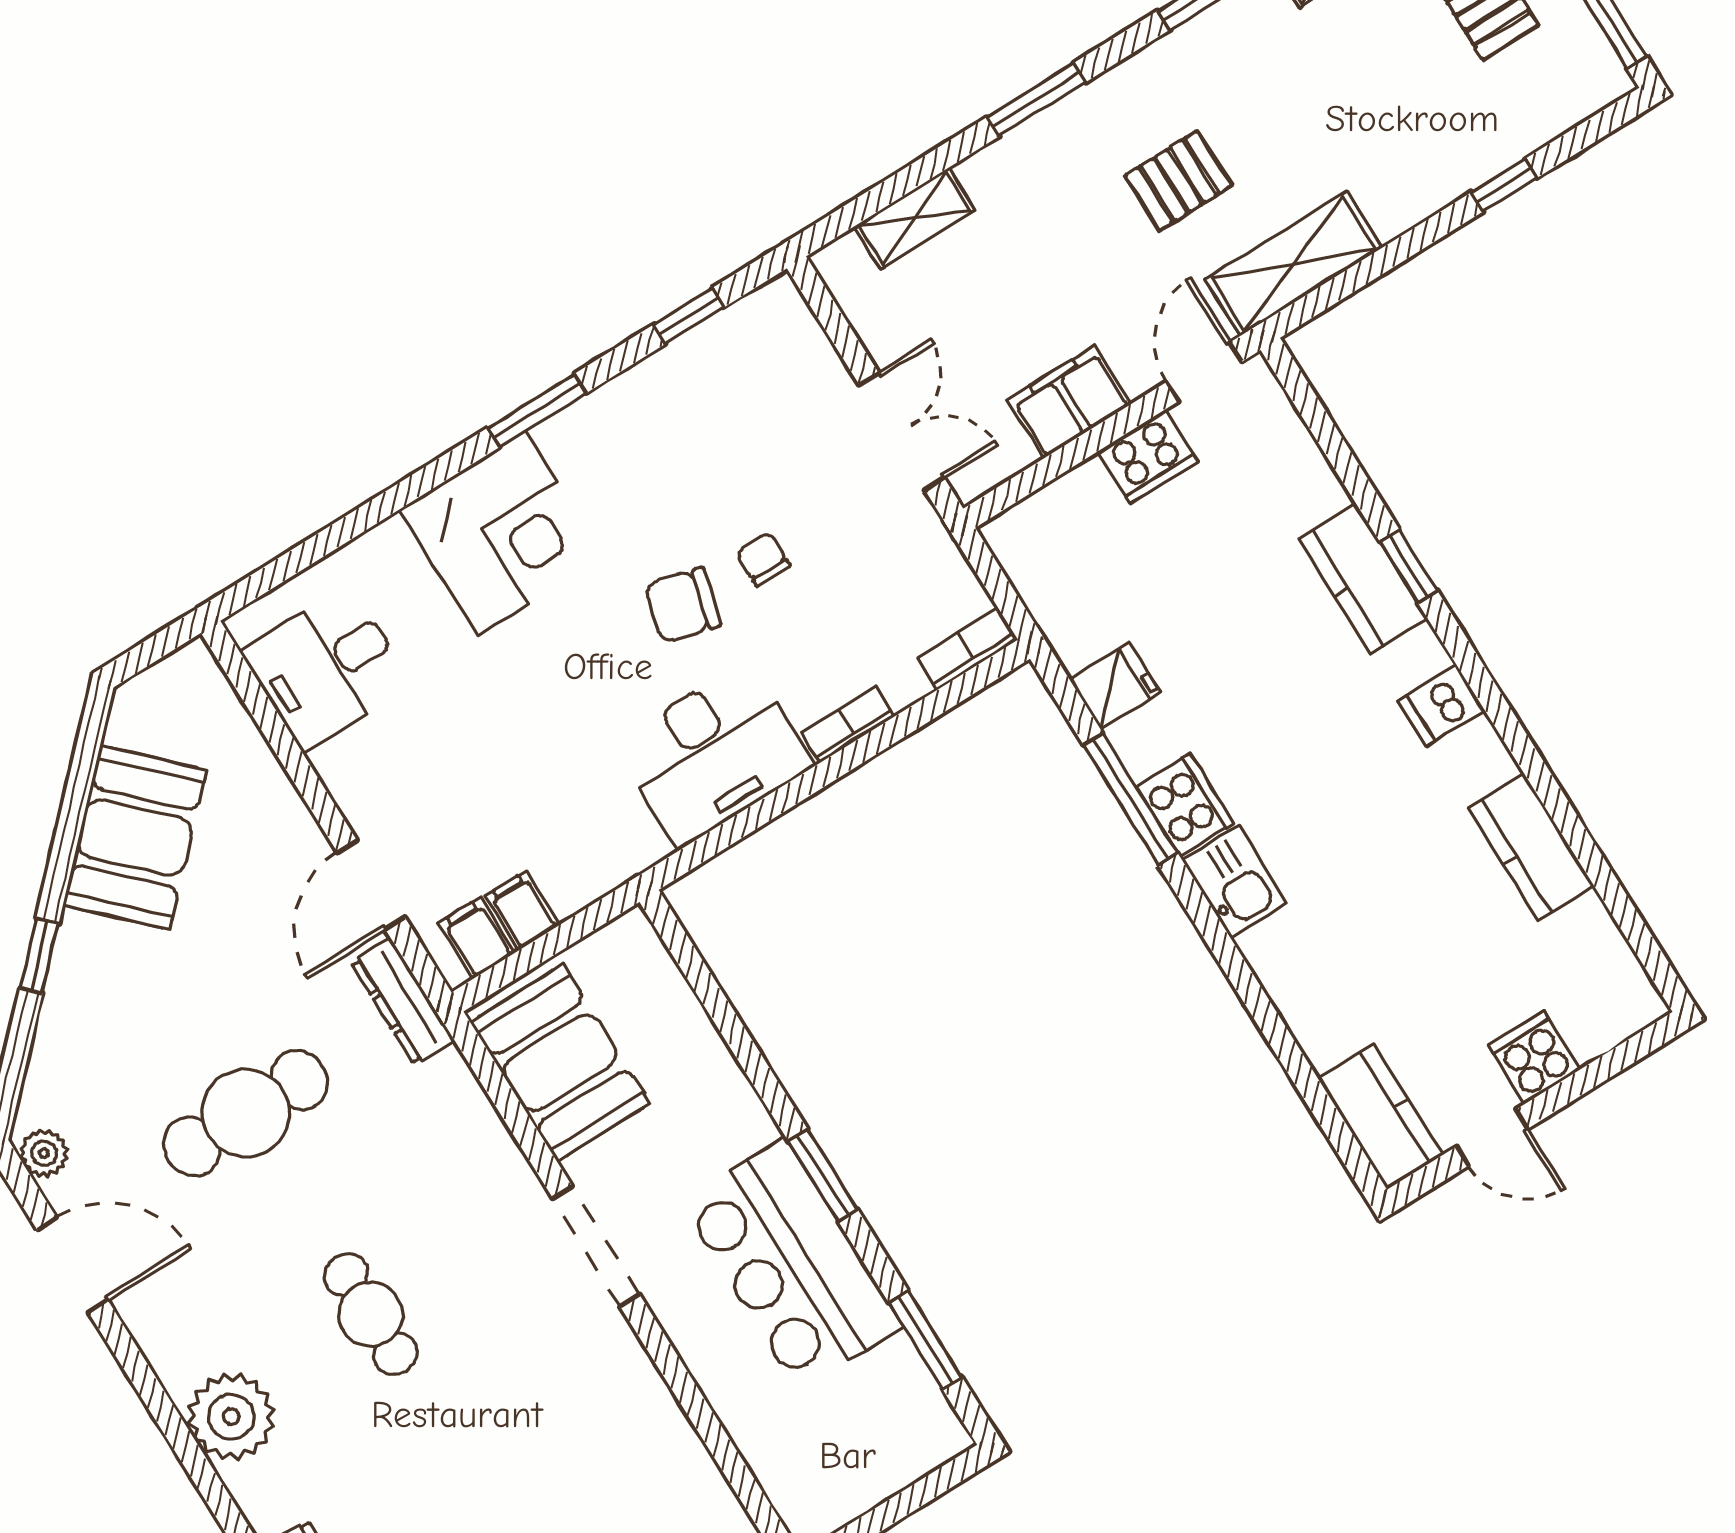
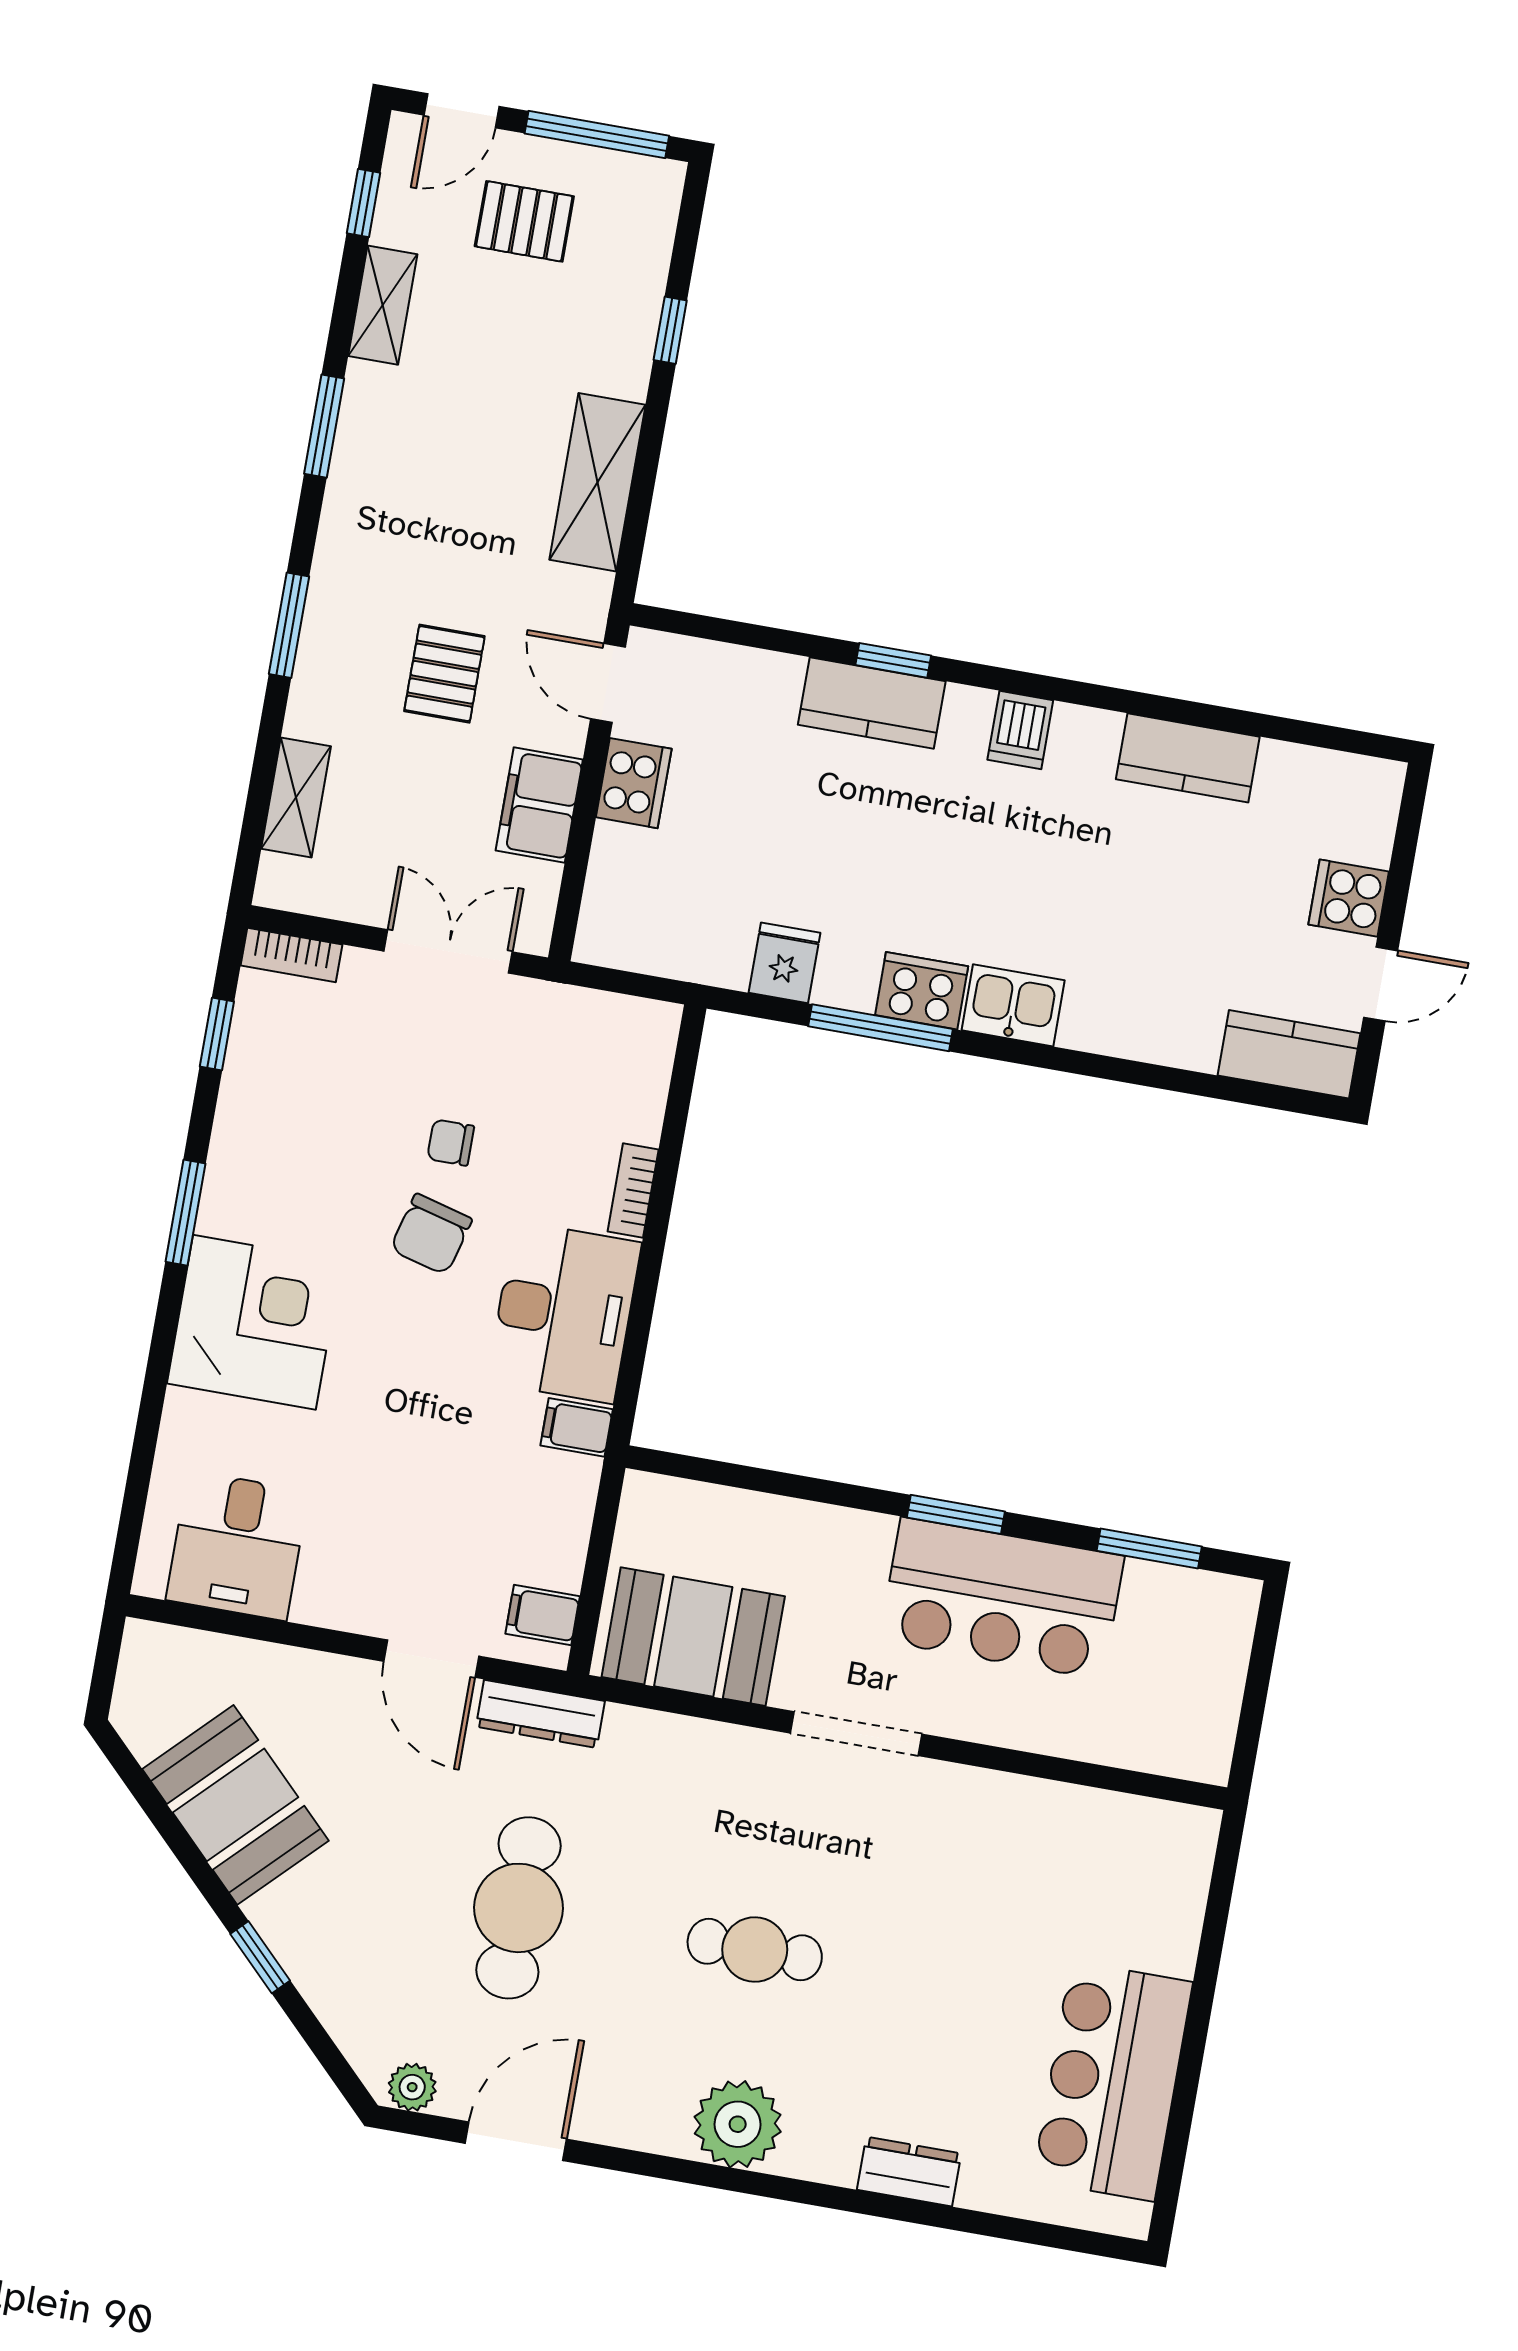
pallet: (1178, 180) -> (444, 674), moved
shelving: (1293, 264) -> (597, 482), moved
bookcase: (968, 649) -> (291, 955), moved, turned -90
filing cabinet: (522, 911) -> (577, 1427), moved

